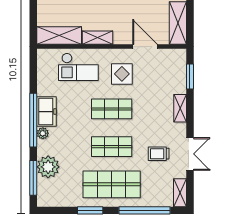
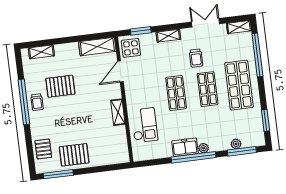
shelving: (59, 36) -> (120, 145), removed
display table: (122, 74) -> (131, 48), moved
trolley: (159, 154) -> (196, 58), moved
plant: (48, 167) -> (236, 144), width x0.53, depth x0.53
window: (90, 210) -> (266, 120), moved

